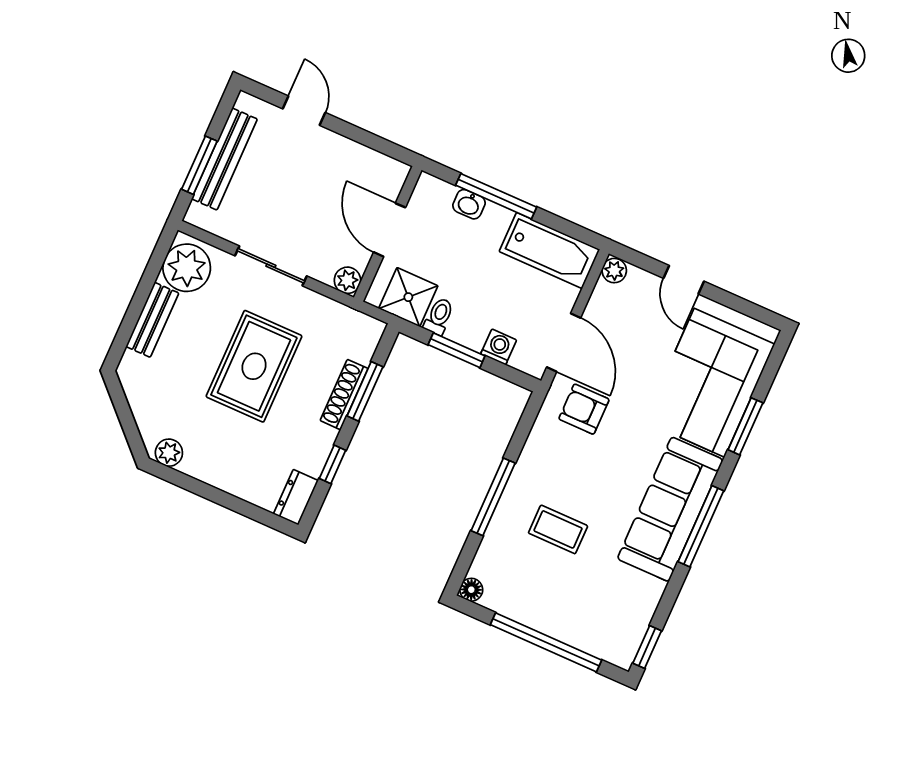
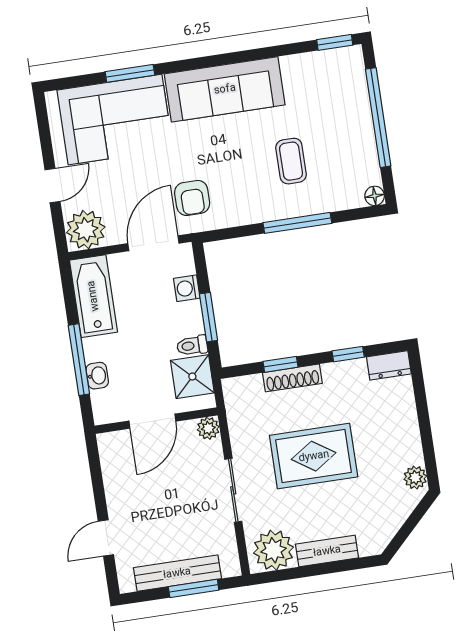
plant: (614, 271) -> (86, 230), width x1.87, depth x1.87
window: (365, 391) -> (280, 364), width x0.67
window: (701, 526) -> (223, 59), removed

